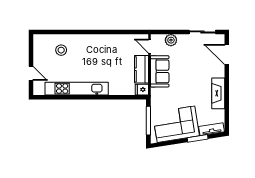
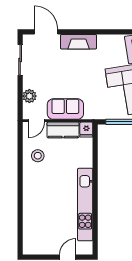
stool: (61, 50) -> (38, 156), moved
door: (227, 55) -> (46, 32), swing flipped
fireplace: (218, 93) -> (79, 42), moved

